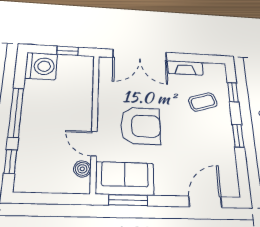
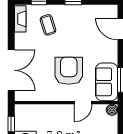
fireplace: (185, 68) -> (20, 19), moved
boiler: (82, 169) -> (112, 110), moved

